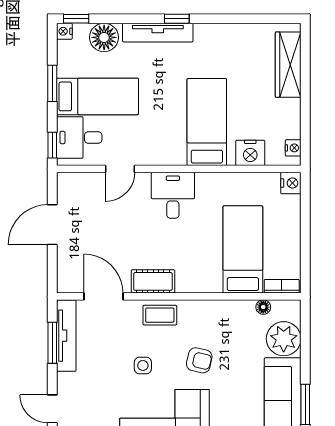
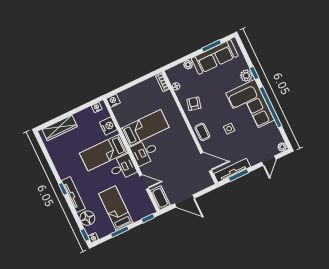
desk: (79, 137) -> (123, 167), moved, turned -90
bed: (243, 249) -> (145, 128), moved, turned 180
cot: (153, 281) -> (160, 198), moved
door: (103, 296) -> (206, 162), swing flipped
plant: (284, 339) -> (188, 65), width x0.53, depth x0.53
armchair: (199, 360) -> (194, 104), moved

